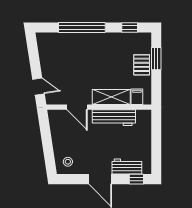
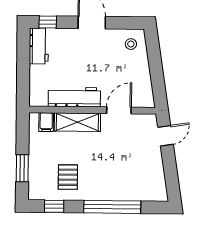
pallet: (142, 65) -> (68, 177), moved
door: (39, 87) -> (166, 136), swing flipped
door: (77, 107) -> (119, 110), hinge flipped
workbench: (127, 166) -> (39, 46), moved, turned -90

